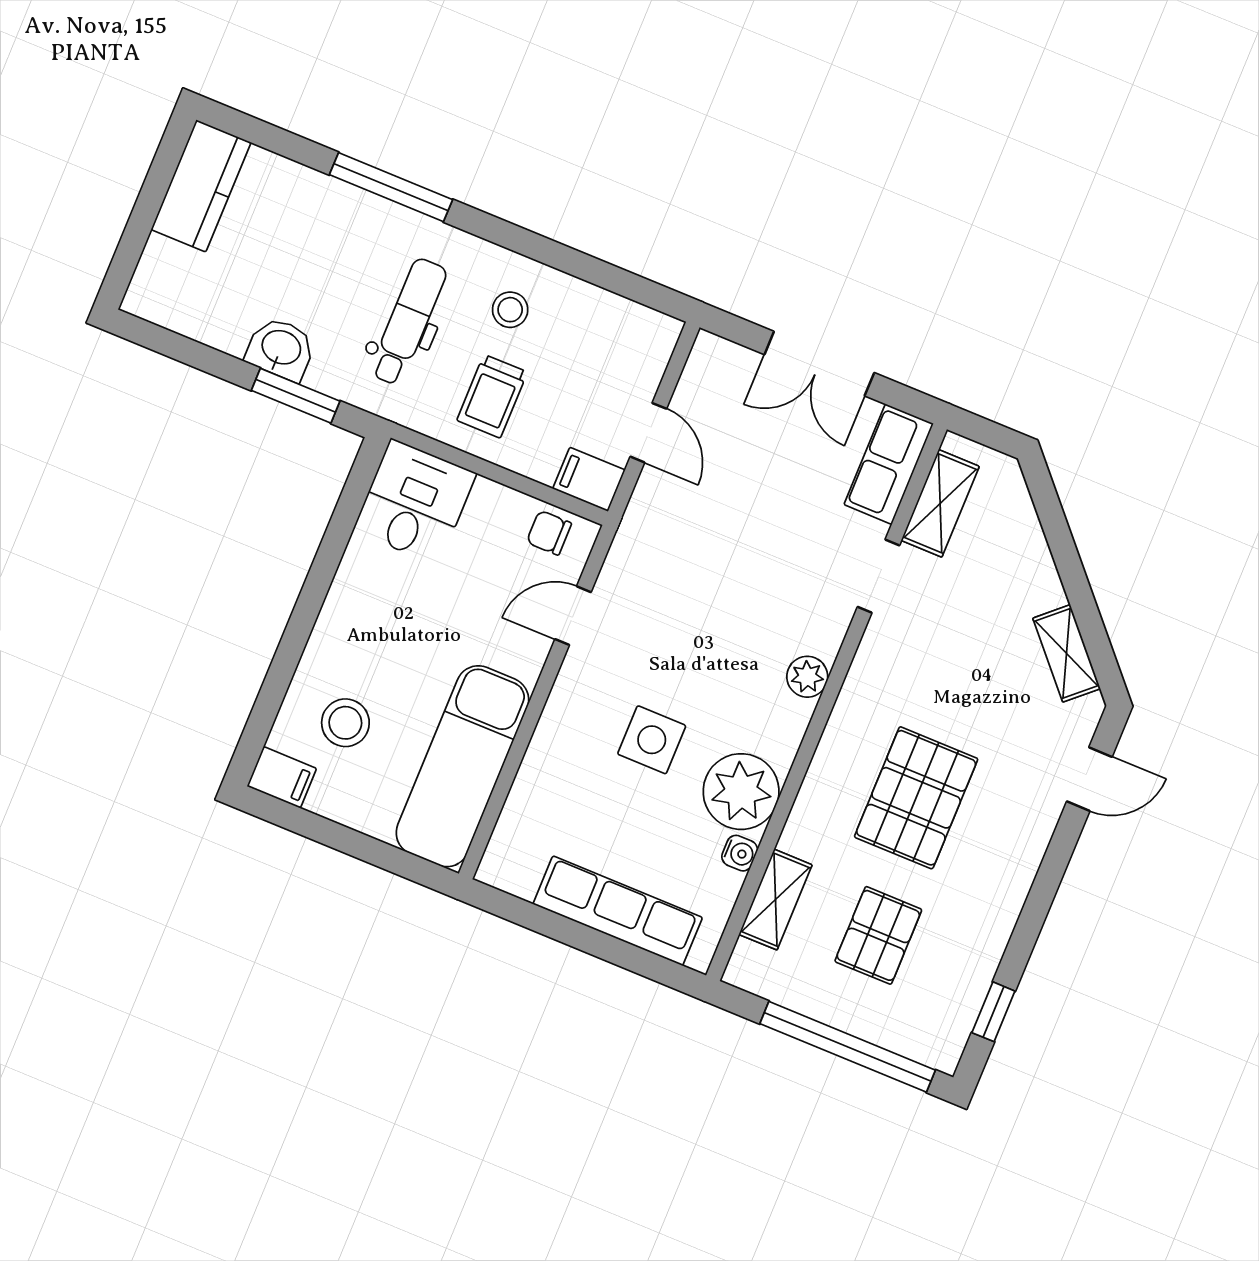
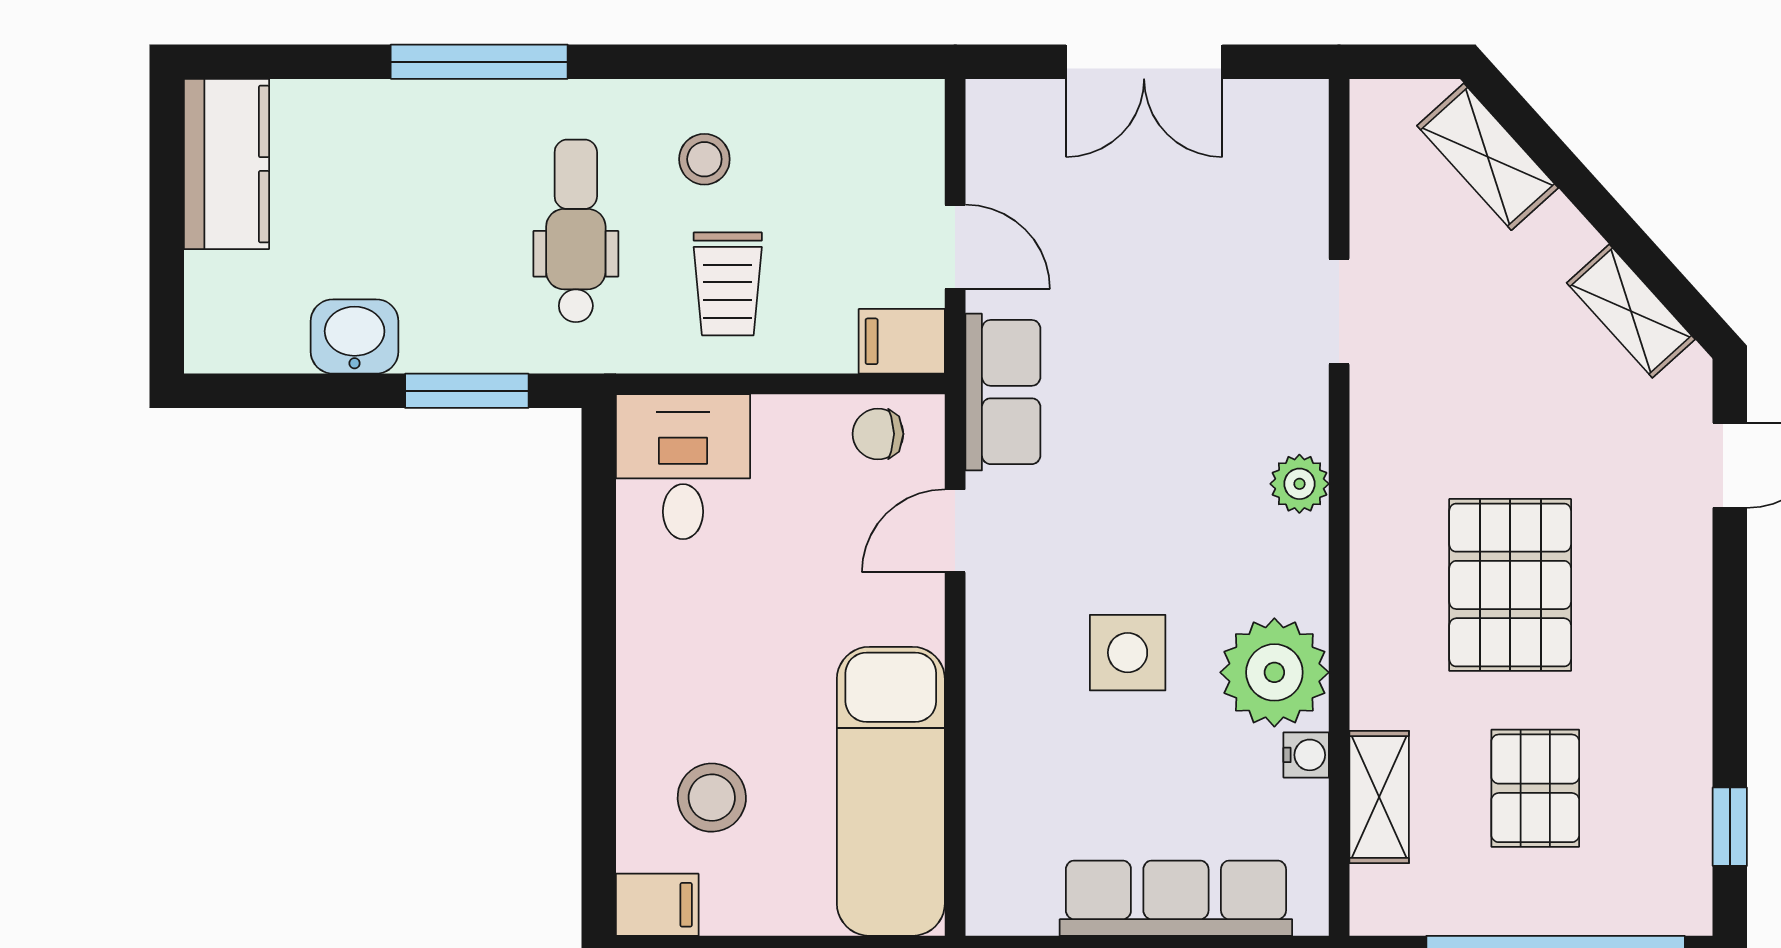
washbasin: (281, 349) -> (355, 336), moved
row of seats: (889, 464) -> (1003, 392), moved, turned 180
shelving: (940, 503) -> (1488, 157), moved, turned -42

